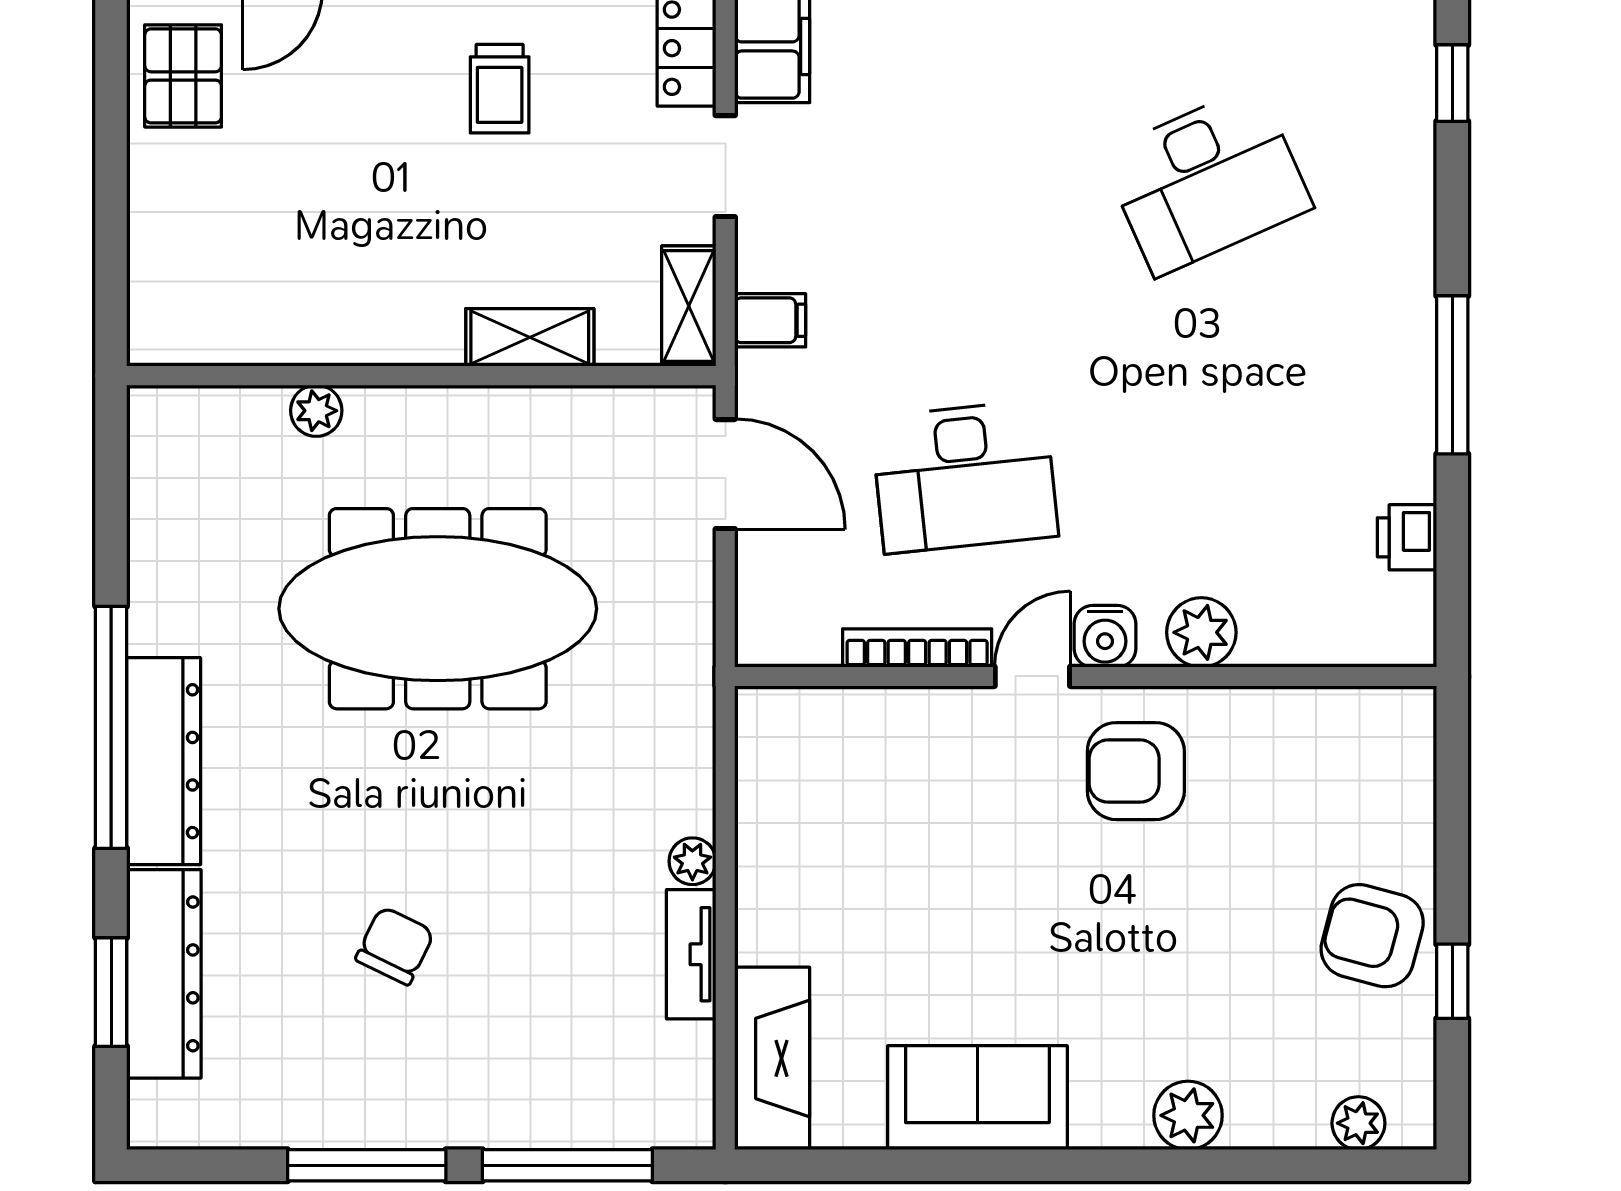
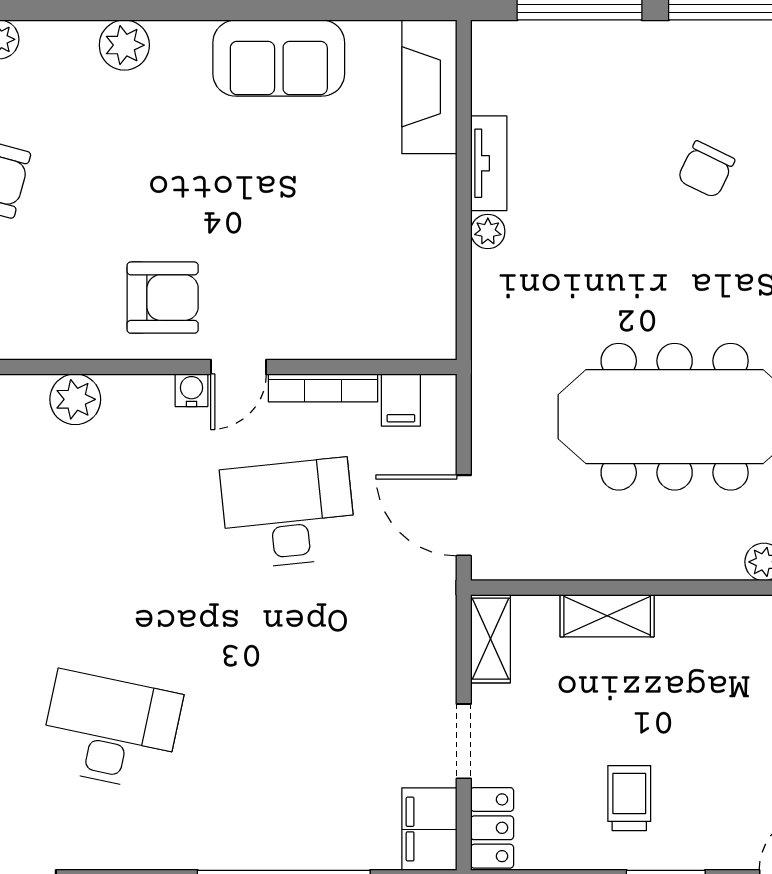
desk: (1207, 181) -> (111, 731), turned 36
filing cabinet: (770, 320) -> (401, 400), moved, turned -90
plant: (1201, 632) -> (75, 399), moved
water cooler: (1105, 636) -> (191, 390), width x0.72, depth x0.72

